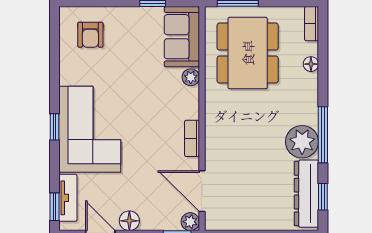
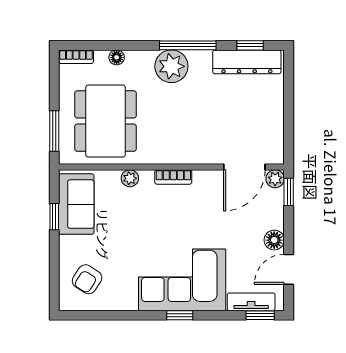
armchair: (90, 35) -> (87, 279), turned 123
sofa: (182, 37) -> (76, 204), moved, turned -90
dining table: (248, 53) -> (106, 121), turned 90
bookcase: (192, 138) -> (173, 177), moved
plant: (302, 142) -> (171, 66), moved

